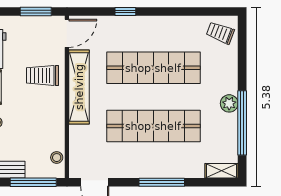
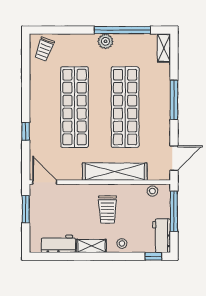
trolley: (42, 75) -> (108, 209), moved
shelving: (79, 87) -> (115, 172), moved

